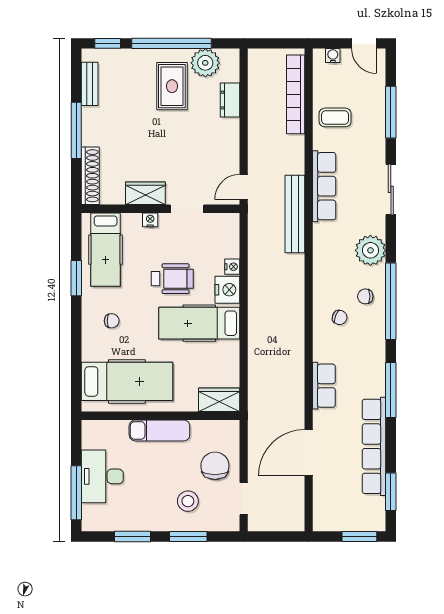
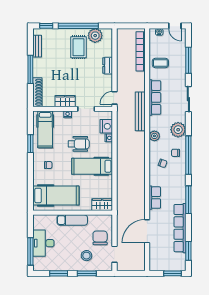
dresser: (230, 100) -> (108, 66), moved
plant: (323, 263) -> (154, 136), added
nightstand: (227, 290) -> (106, 126), moved

